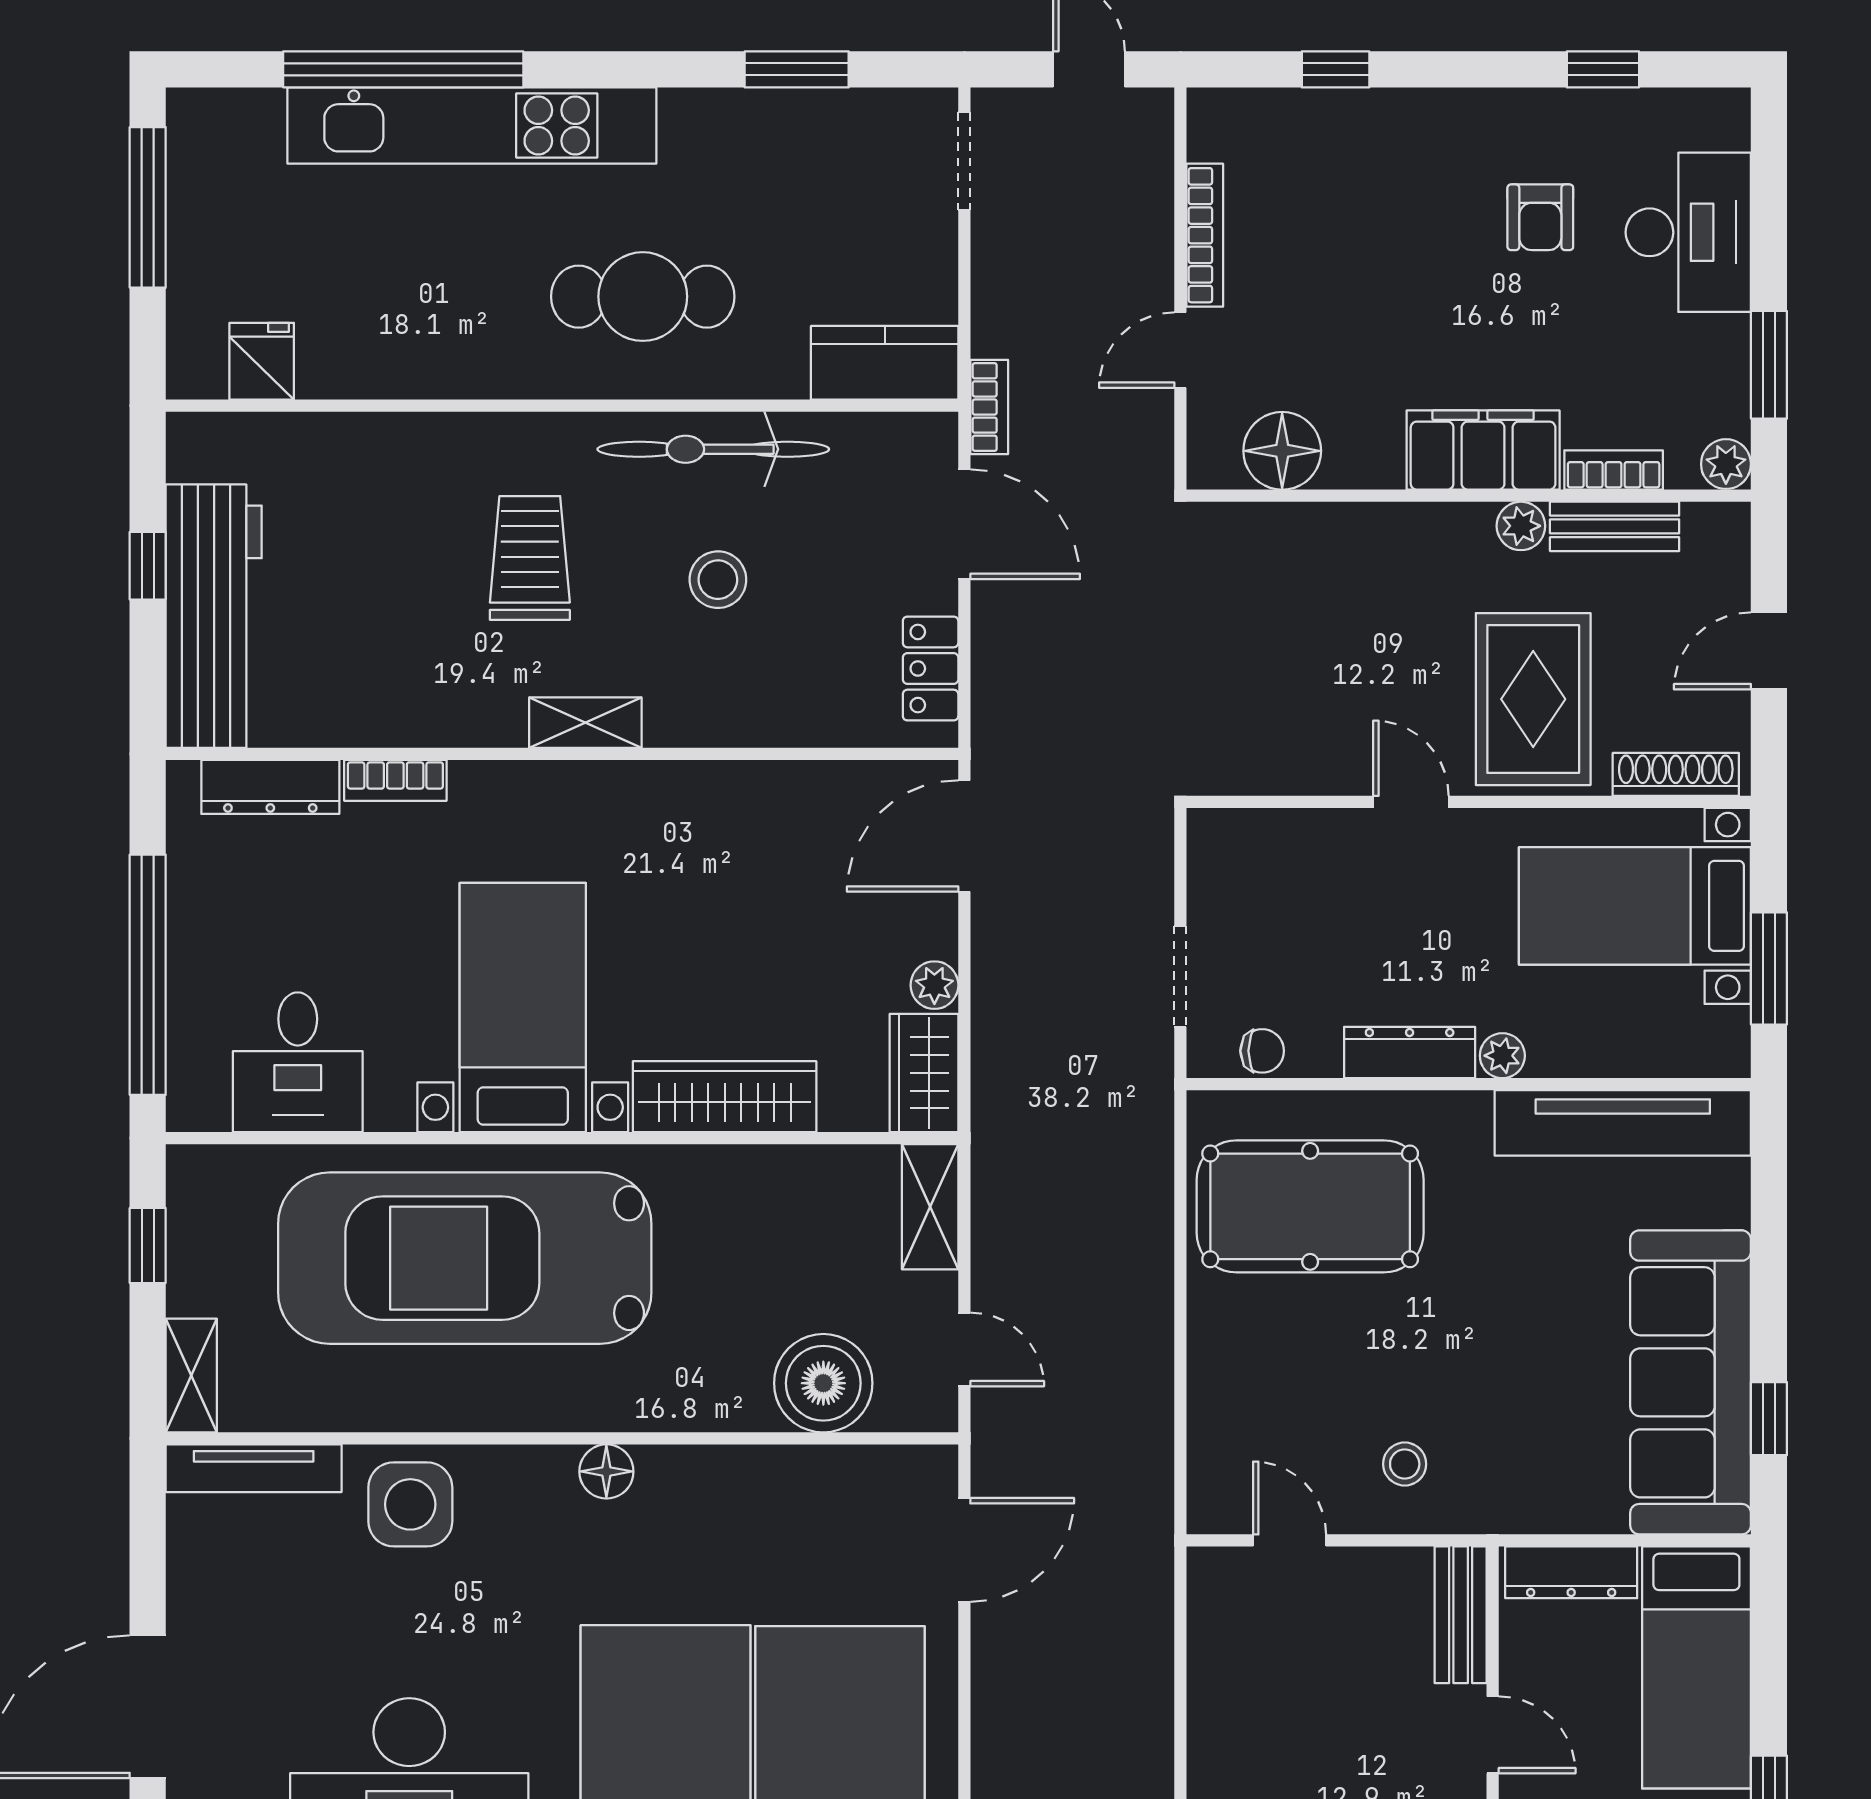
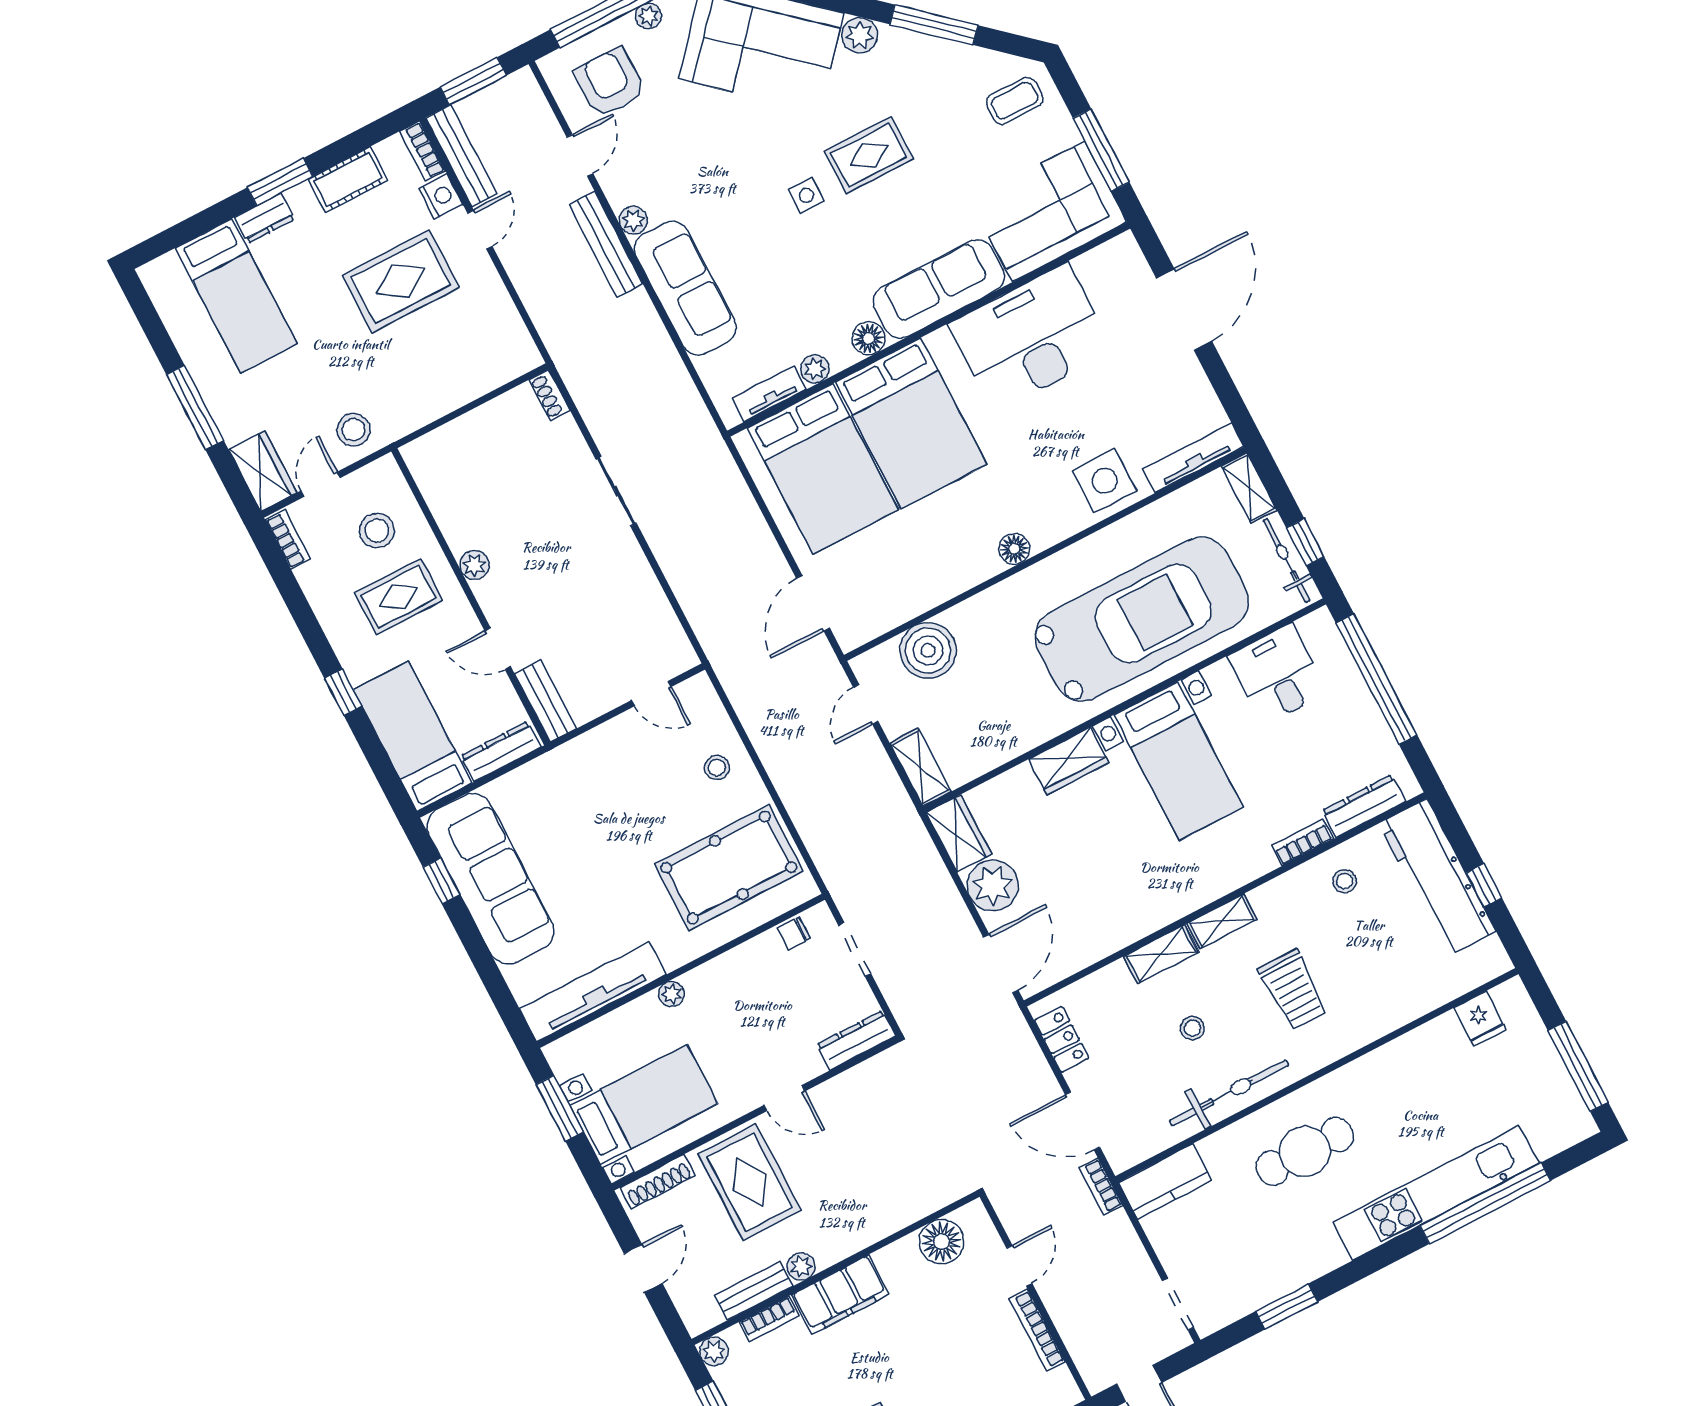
stool: (718, 580) -> (1192, 1028), width x0.73, depth x0.73
stool: (361, 685) -> (1345, 881), added
shelving: (707, 721) -> (1161, 954), added
plant: (934, 985) -> (993, 886), width x1.88, depth x1.88
dresser: (1410, 1052) -> (856, 1040), moved, turned 180
wardrobe: (725, 1097) -> (1069, 761), width x0.67
bicycle: (192, 1232) -> (1287, 560), added
door: (964, 1349) -> (866, 704), hinge flipped
stool: (1405, 1464) -> (717, 768), moved

